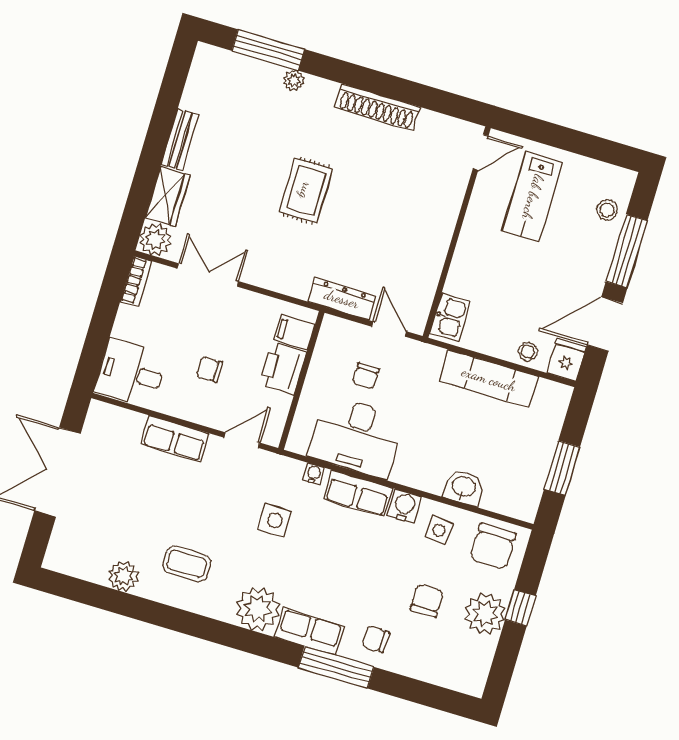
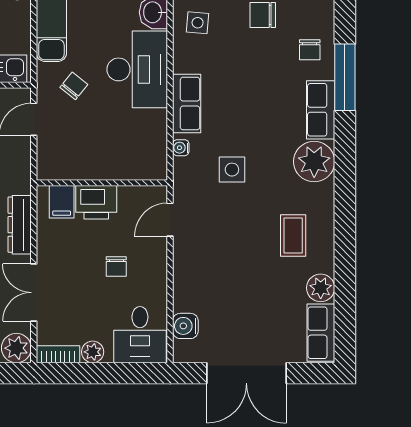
dresser: (342, 299) -> (20, 225), moved
plant: (128, 318) -> (93, 352), added
chair: (366, 376) -> (74, 86), moved, turned -51
desk: (356, 437) -> (137, 69), moved
row of seats: (175, 439) -> (321, 333), moved, turned 180
door: (242, 440) -> (170, 220), hinge flipped
water cooler: (404, 506) -> (185, 326), moved

